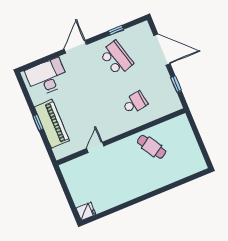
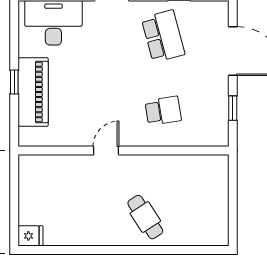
door: (95, 147) -> (106, 151), moved
cafe table: (152, 147) -> (145, 217), moved

